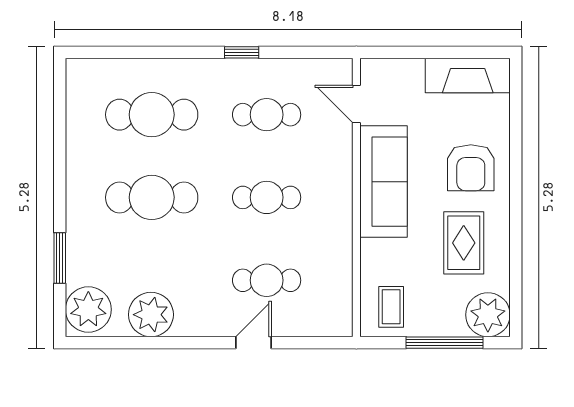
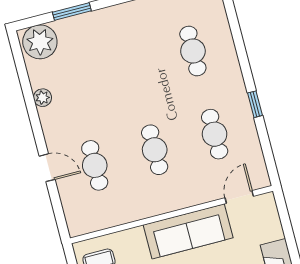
cafe table: (152, 115) -> (193, 51), width x0.73, depth x0.74
cafe table: (152, 197) -> (133, 67), removed
plant: (151, 315) -> (43, 98), width x0.53, depth x0.53

